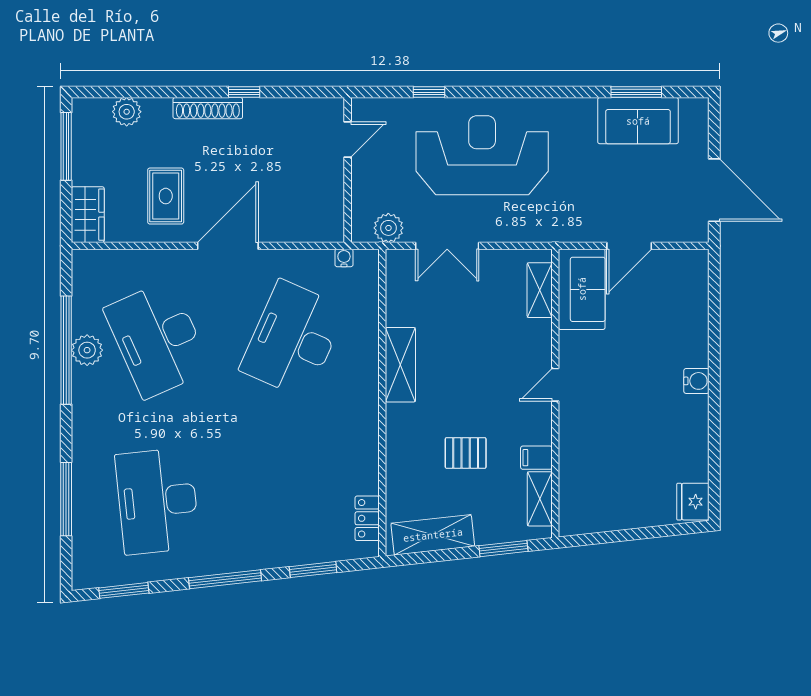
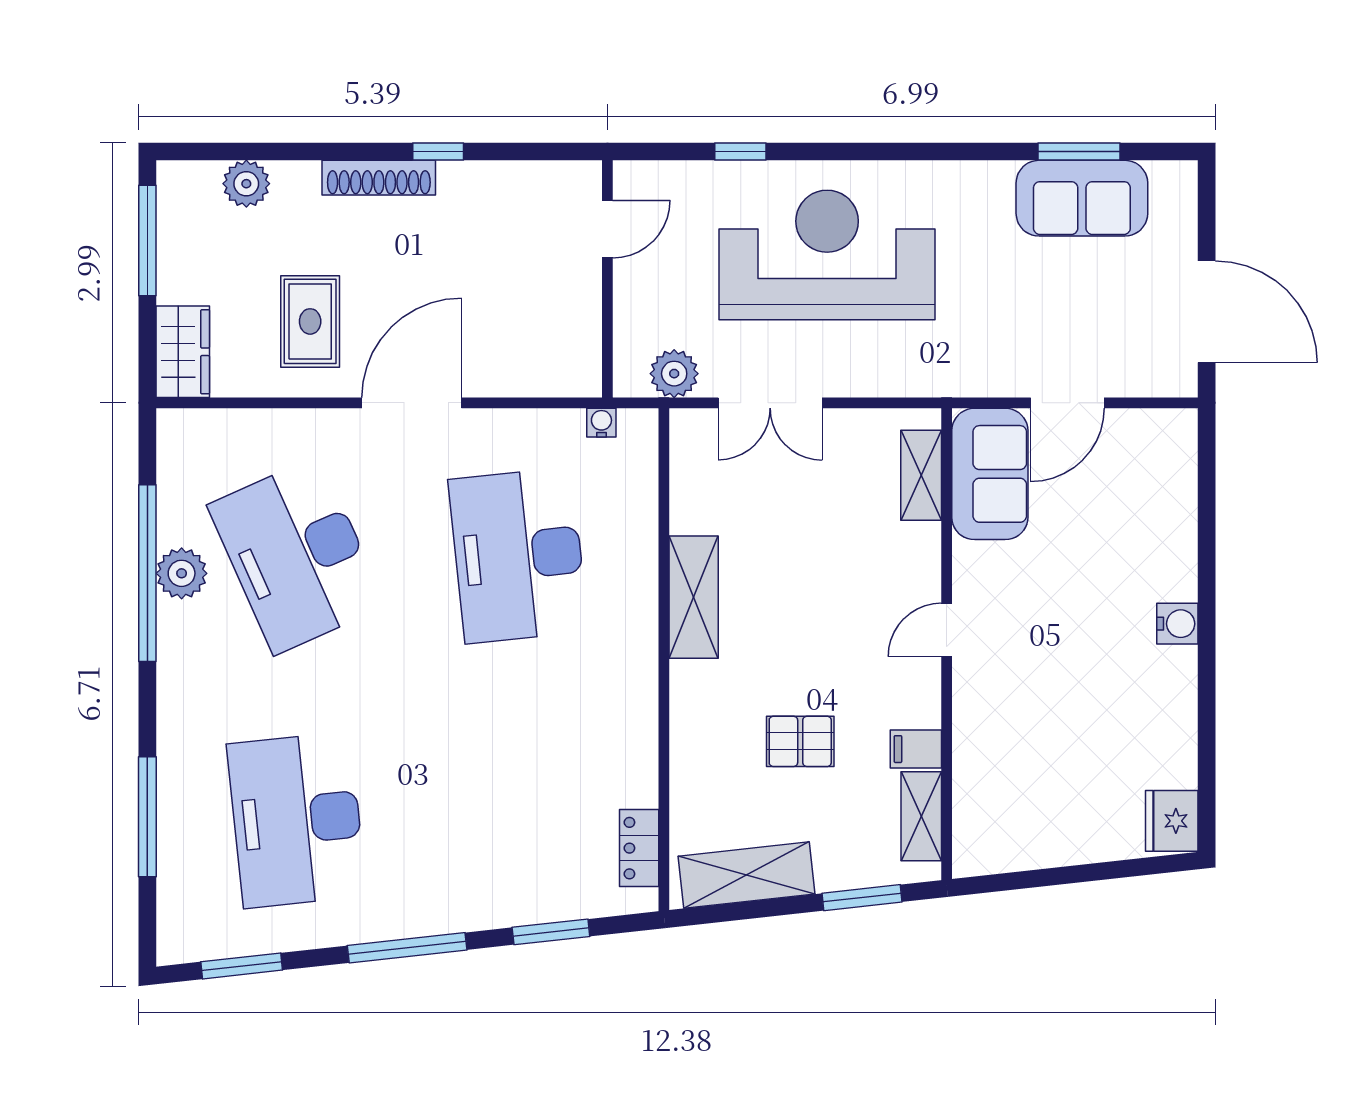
desk: (293, 339) -> (518, 555), turned -30

